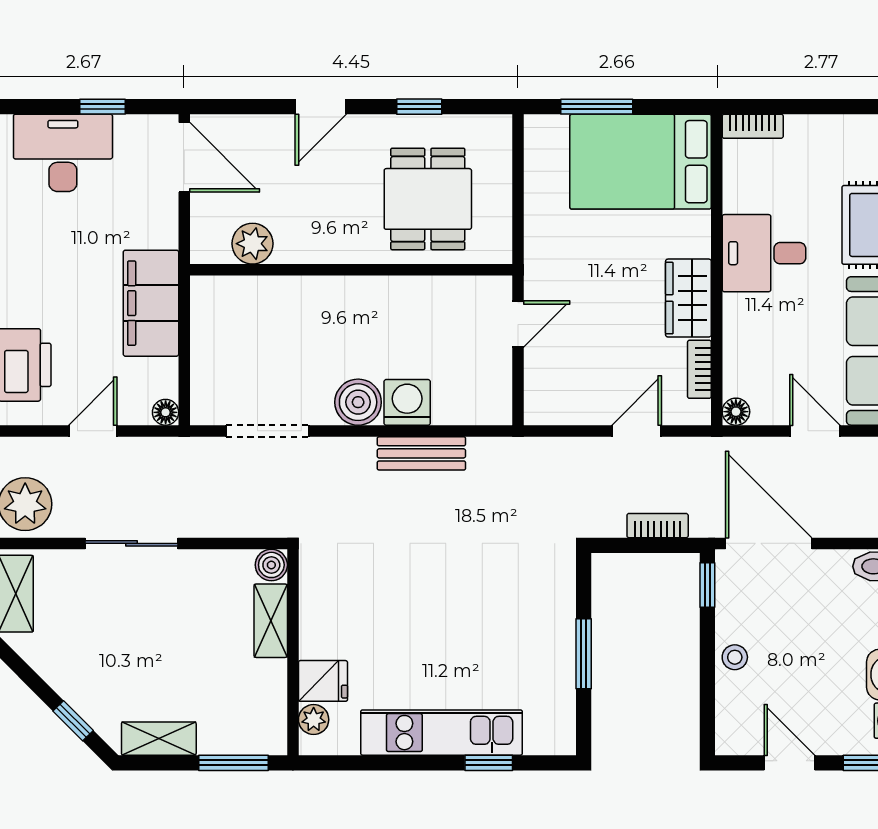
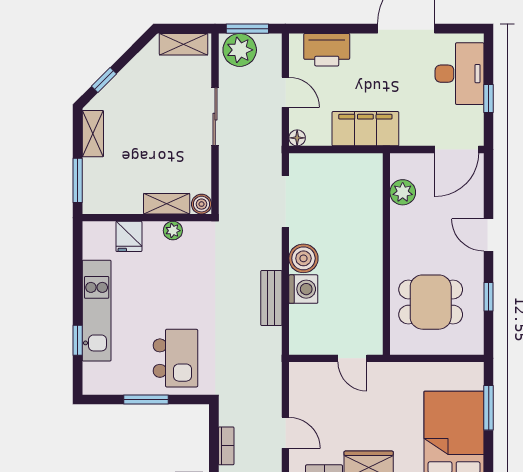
kitchen island: (517, 607) -> (175, 358), added
plant: (314, 720) -> (173, 231), moved

